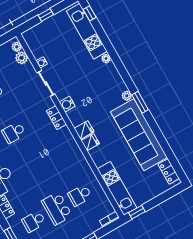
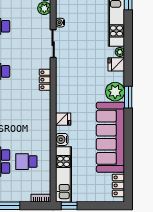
plant: (127, 96) -> (115, 92), width x1.88, depth x1.88
window: (140, 102) -> (128, 97), moved
water cooler: (67, 104) -> (62, 139), moved
fridge: (84, 130) -> (116, 64), moved, turned 180

